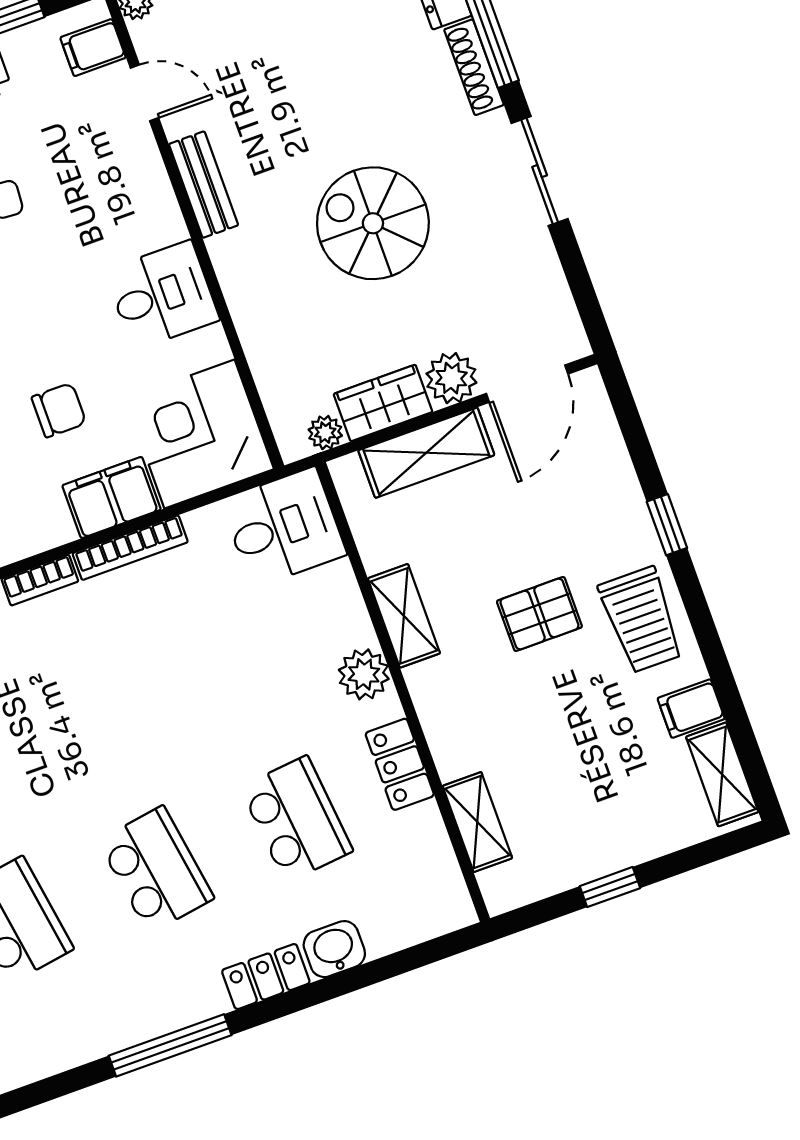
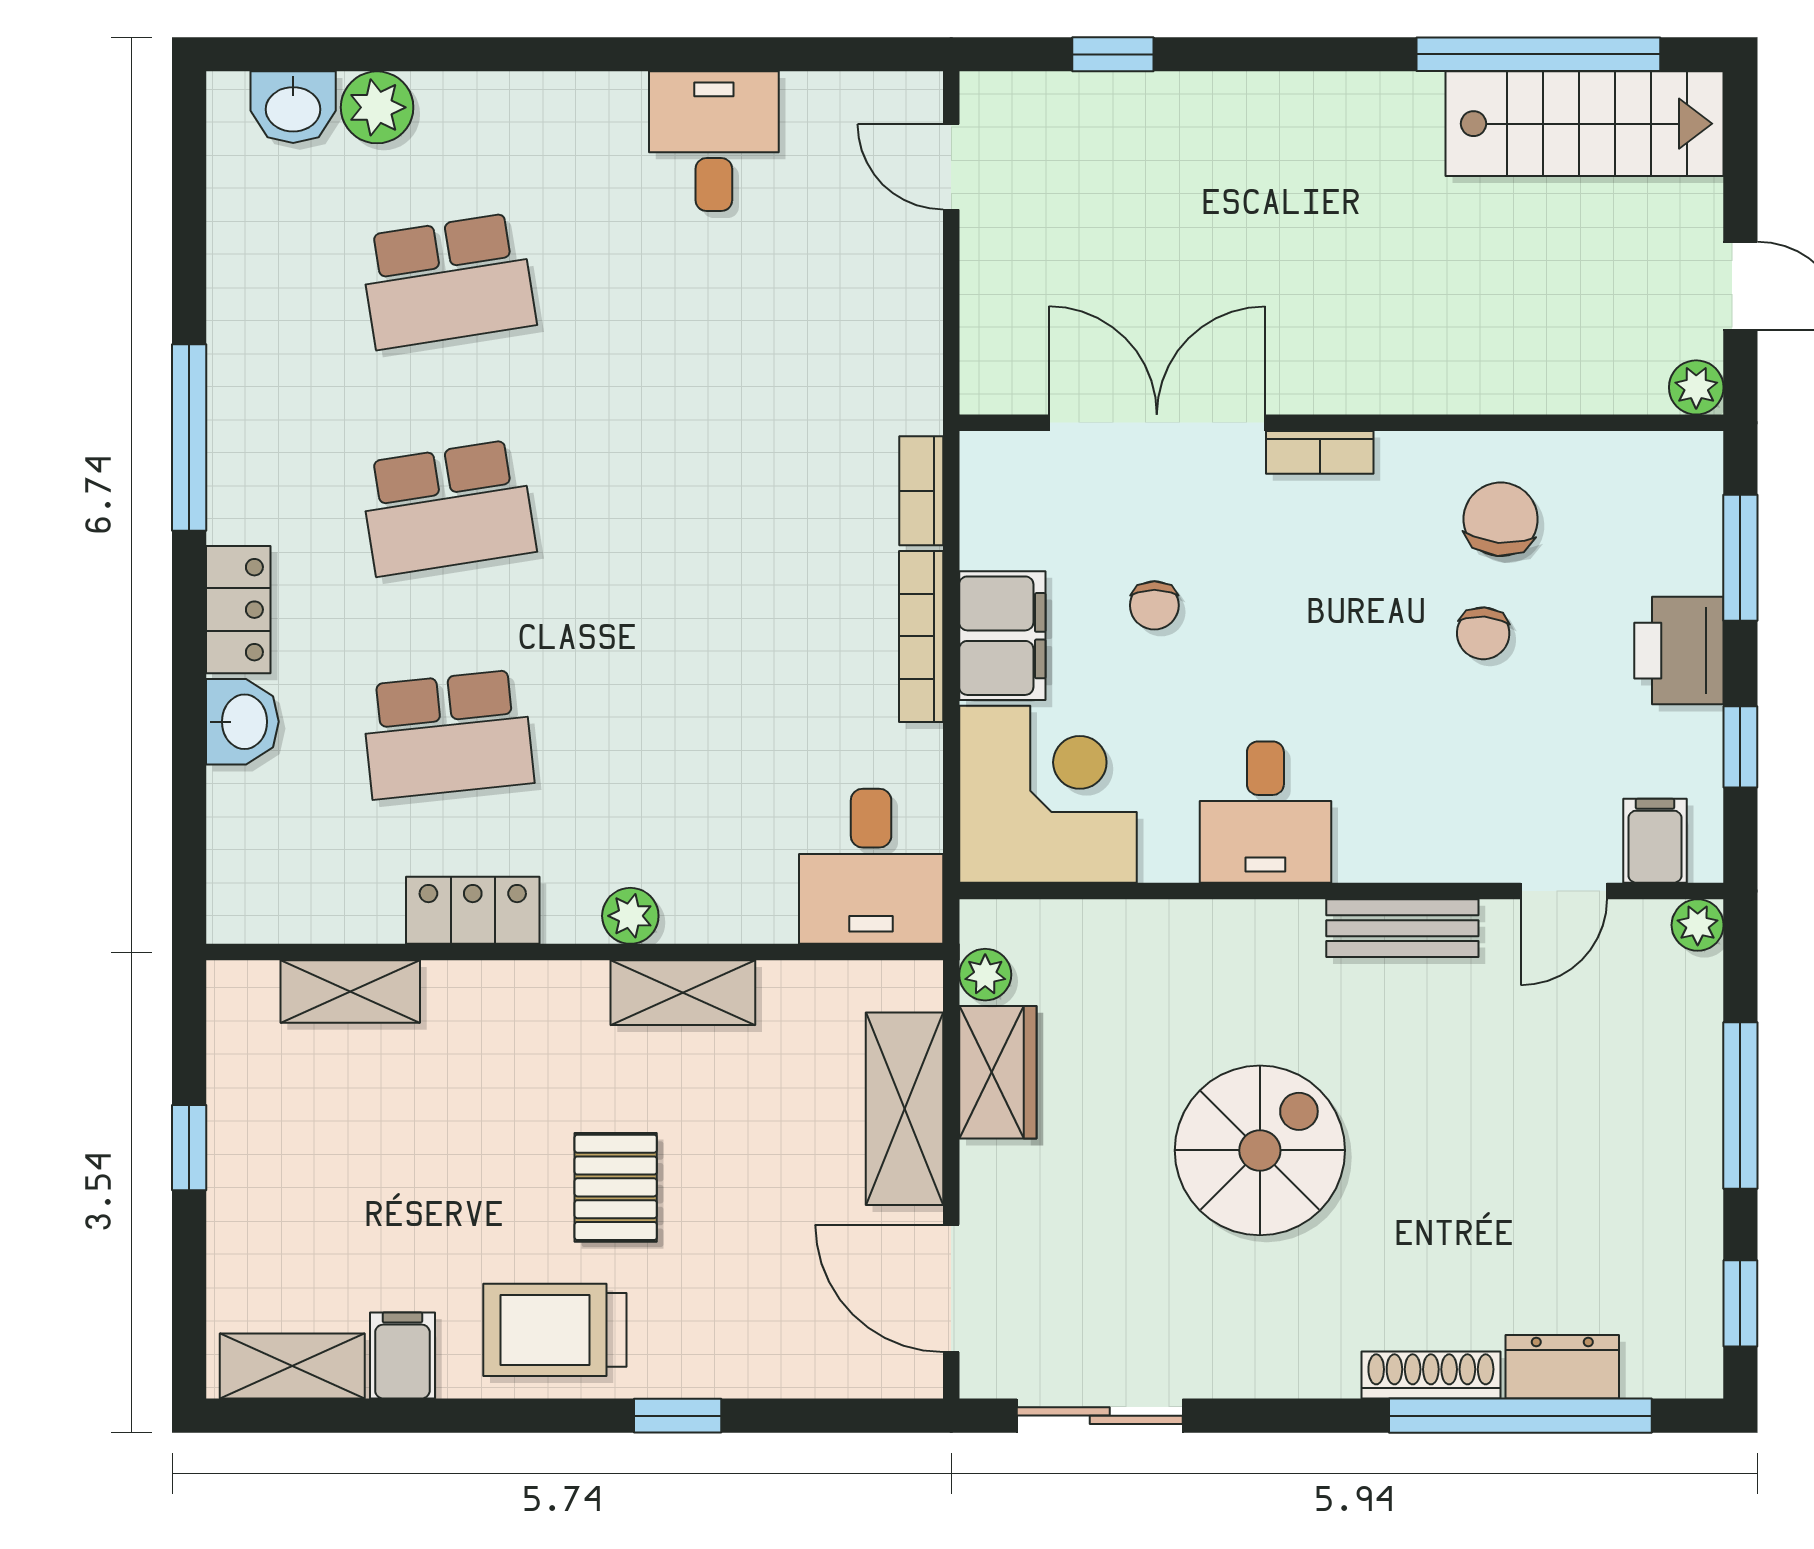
sliding door: (540, 171) -> (1100, 1416), moved
plant: (451, 378) -> (998, 1183), removed
chair: (59, 410) -> (1154, 605), width x0.73, depth x0.73
plant: (364, 674) -> (630, 916), width x0.73, depth x0.73

